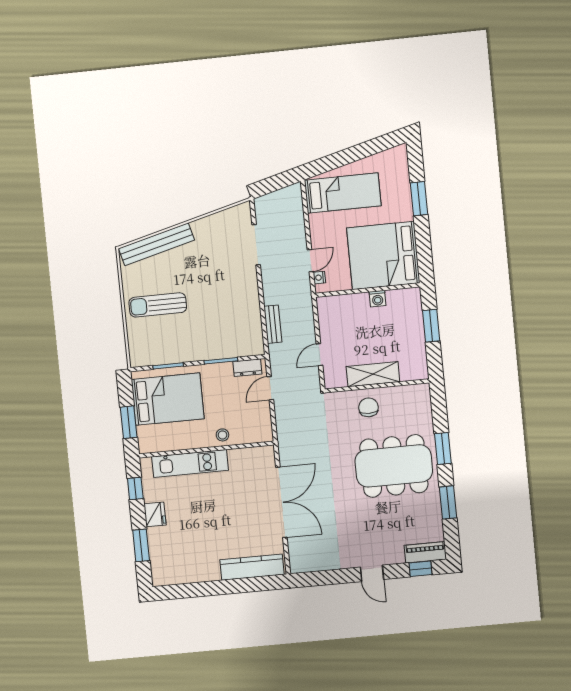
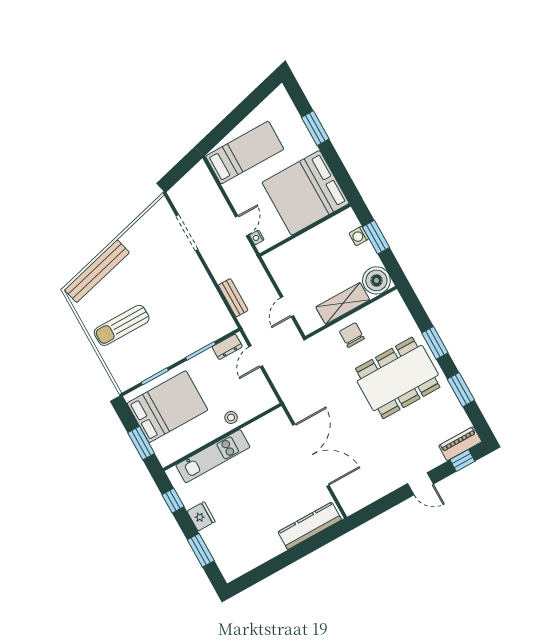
washing machine: (378, 299) -> (359, 236), moved, turned 90
boiler: (414, 366) -> (376, 280), added

